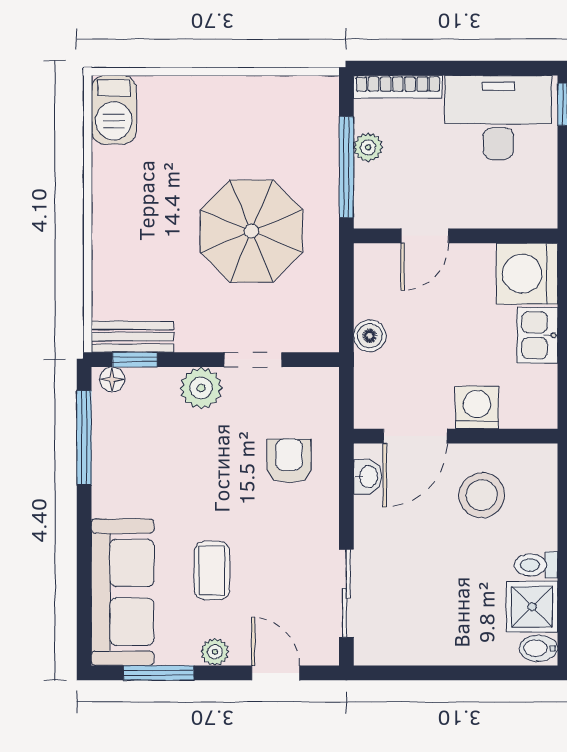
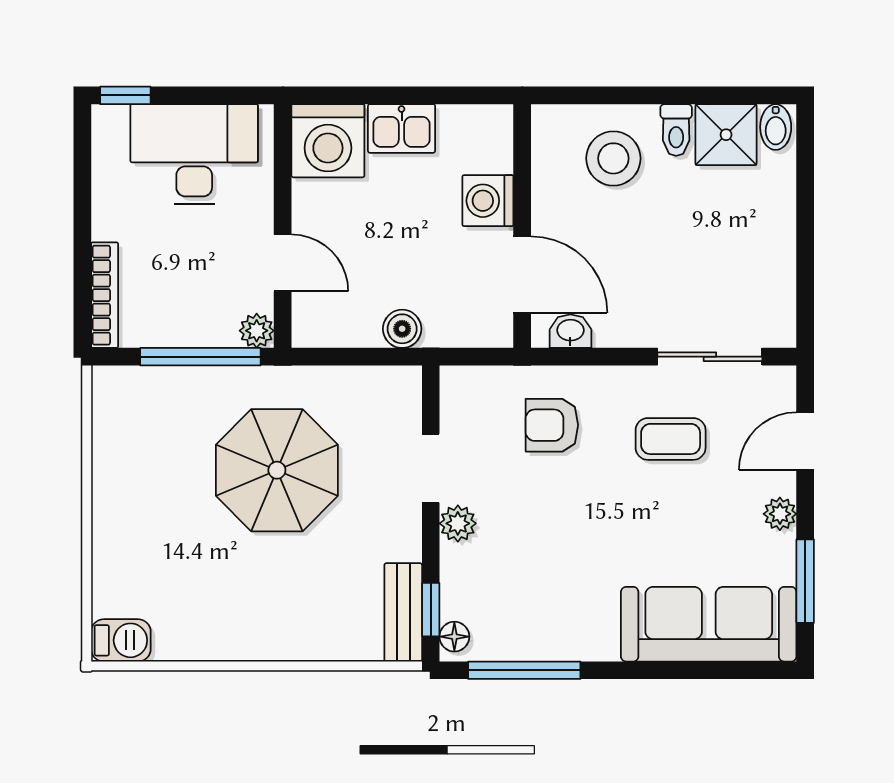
barbecue: (114, 110) -> (121, 640), width x0.73, depth x0.79
desk: (498, 117) -> (194, 154), moved, turned 90
plant: (368, 147) -> (257, 331), moved
plant: (201, 388) -> (458, 523), width x0.73, depth x0.73
stool: (482, 495) -> (613, 158), moved
coffee table: (212, 571) -> (671, 439), moved

